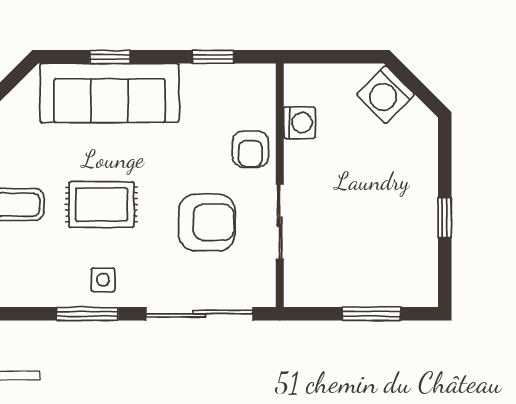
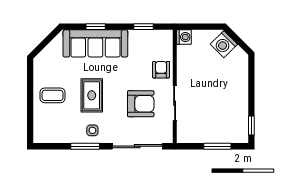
washing machine: (299, 123) -> (184, 37), moved
armchair: (251, 149) -> (161, 70), turned 180
rug: (101, 204) -> (92, 95), turned 90
window: (445, 218) -> (251, 126), moved

